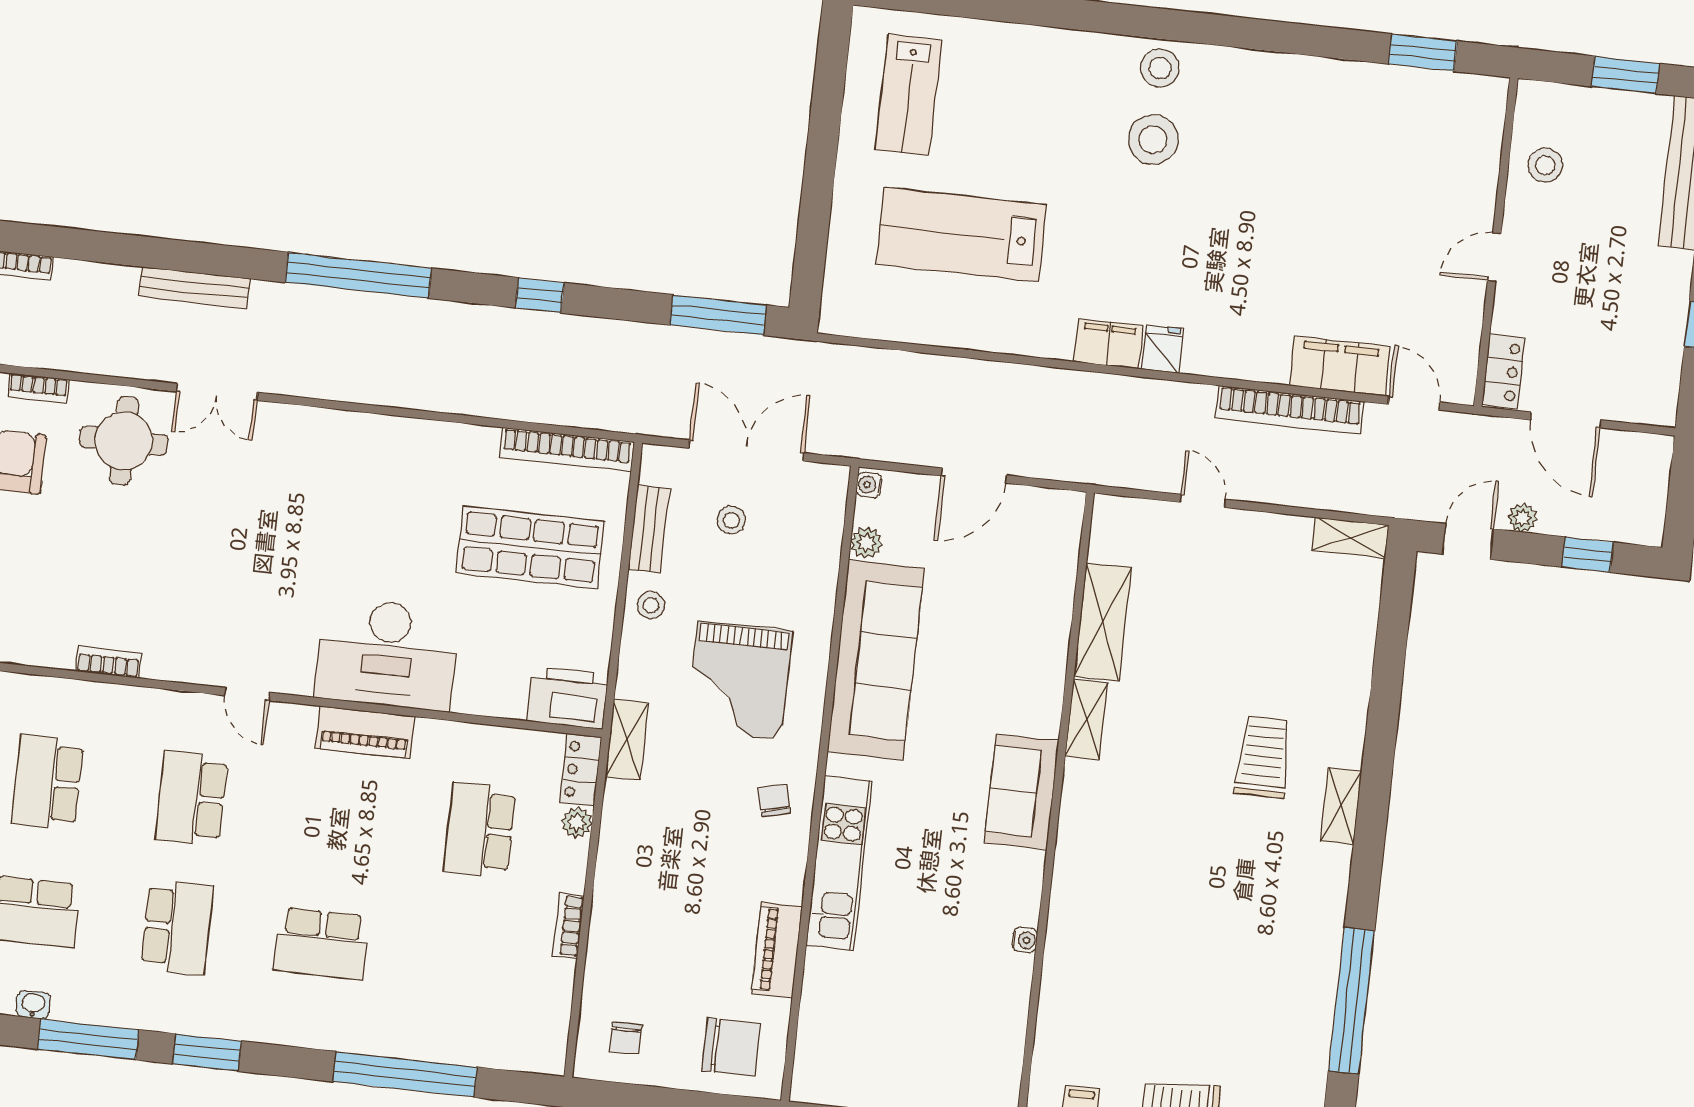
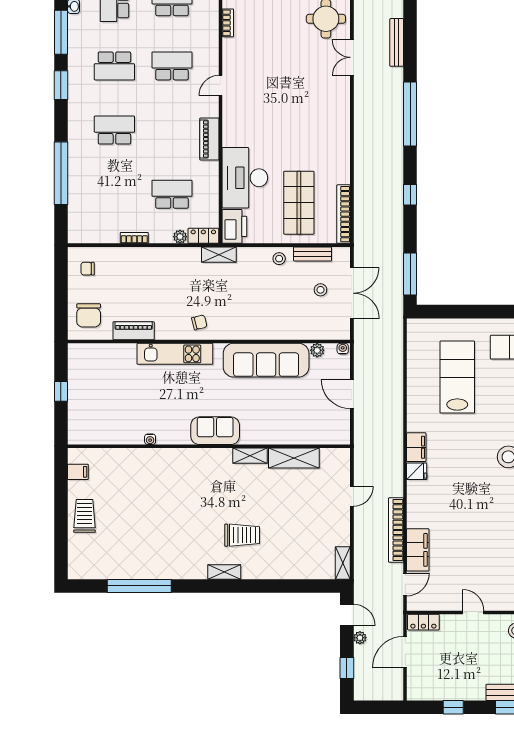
desk: (387, 654) -> (245, 178), moved
grand piano: (739, 681) -> (250, 301), removed
school desk: (321, 943) -> (114, 130), turned 90

